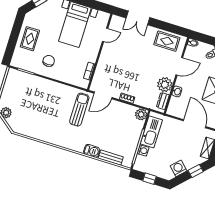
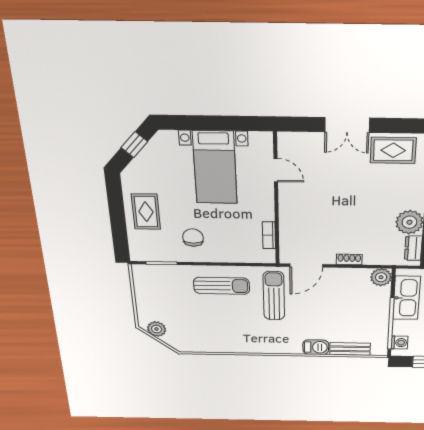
double door: (138, 18) -> (347, 125), moved
door: (105, 35) -> (276, 170), hinge flipped
sun lounger: (53, 95) -> (222, 286), added
washing machine: (143, 150) -> (399, 343), moved

